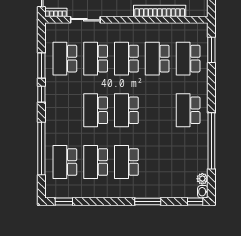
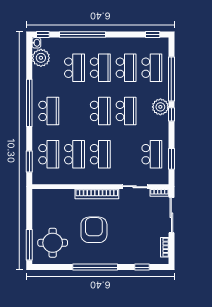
bookcase: (160, 11) -> (97, 194), moved
school desk: (96, 59) -> (75, 68), moved
window: (41, 66) -> (171, 159), moved
window: (41, 94) -> (171, 114), moved
plant: (55, 115) -> (160, 107), added
window: (211, 141) -> (29, 103), moved
plant: (202, 179) -> (41, 58), width x1.88, depth x1.88
window: (148, 202) -> (82, 35), width x2.11

